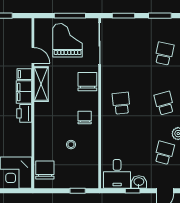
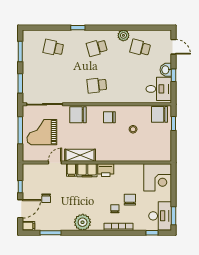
chair: (45, 170) -> (159, 114), moved

